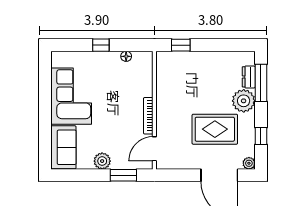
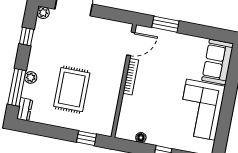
dresser: (249, 77) -> (25, 109), moved
plant: (244, 101) -> (31, 77), width x0.53, depth x0.53
rug: (215, 129) -> (72, 90), moved, turned 90
plant: (102, 161) -> (183, 42), removed

